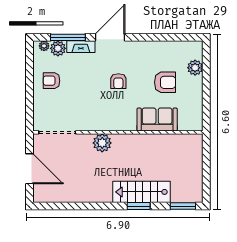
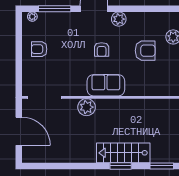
fireplace: (81, 47) -> (67, 17), removed
plant: (58, 48) -> (119, 19), moved
sofa: (157, 119) -> (106, 85), moved

